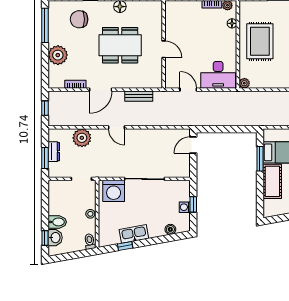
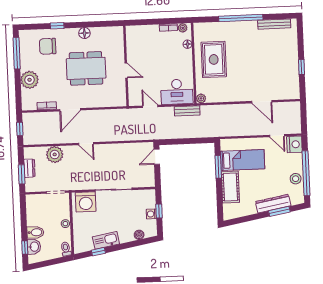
bench: (139, 96) -> (187, 111), moved

